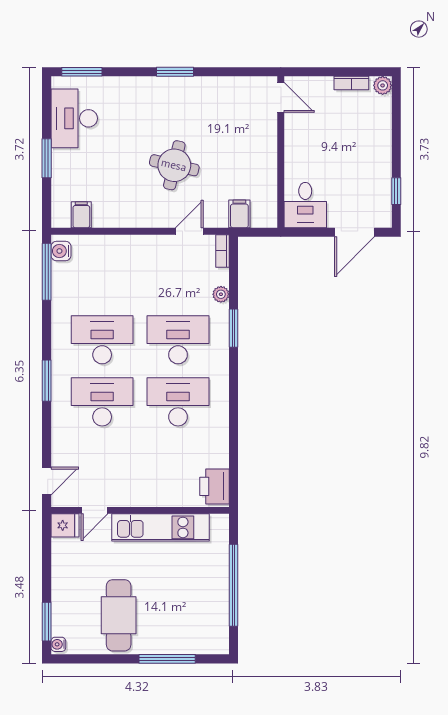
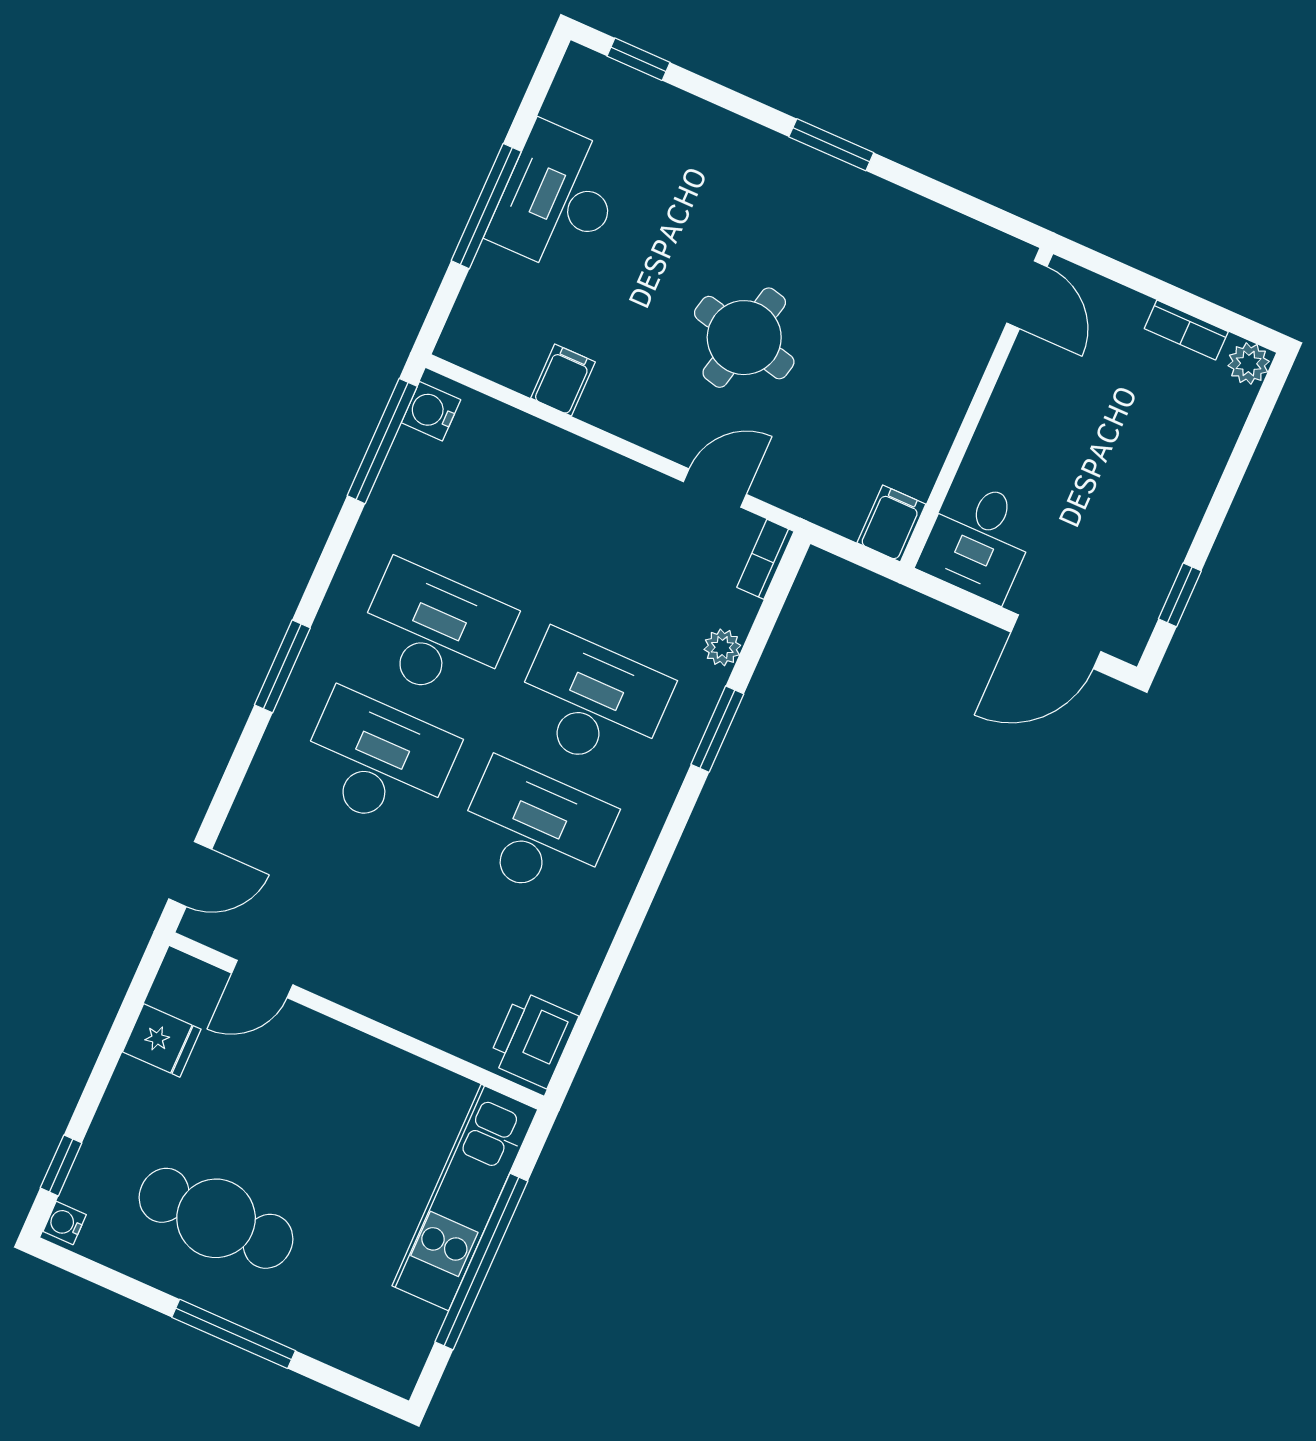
window: (82, 72) -> (638, 59), width x0.67
desk: (74, 118) -> (558, 198), moved
window: (47, 158) -> (486, 206), width x1.44
filing cabinet: (239, 214) -> (891, 523), moved
filing cabinet: (81, 215) -> (563, 380), moved
fridge: (65, 525) -> (162, 1040), moved
kitchen unit: (160, 527) -> (465, 1198), moved, turned 90
cafe table: (119, 615) -> (216, 1218), turned 90
window: (47, 622) -> (61, 1165), width x0.67
window: (167, 659) -> (234, 1334), moved

